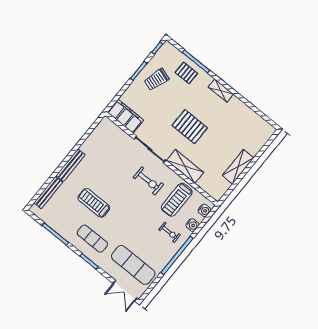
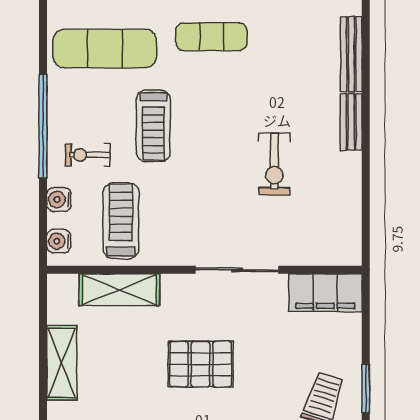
bench: (71, 165) -> (351, 122), width x0.73
shelving: (185, 166) -> (119, 290), moved
exercise bike: (148, 181) -> (274, 164), moved, turned -90
treadmill: (94, 203) -> (153, 126), moved, turned 90

